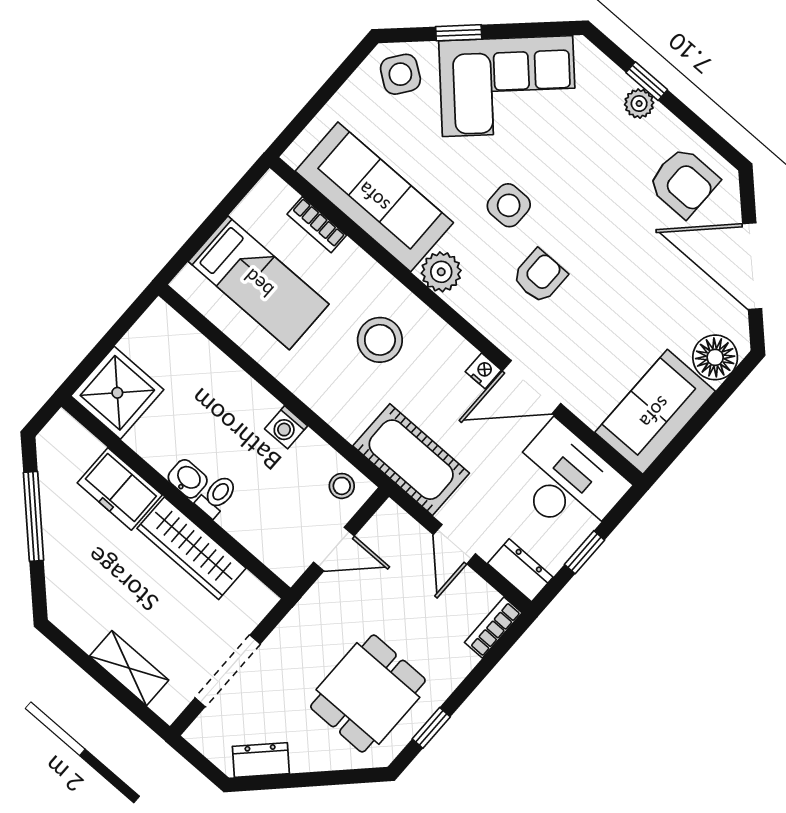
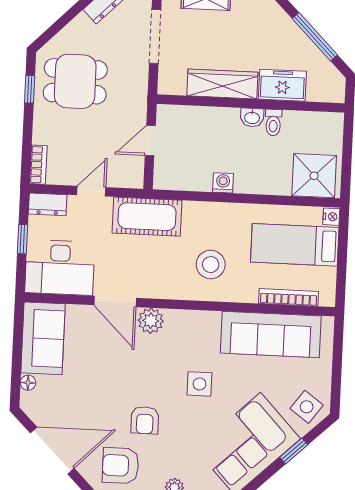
bookcase: (317, 225) -> (289, 297), width x1.56
plant: (441, 272) -> (151, 321), moved
armchair: (540, 276) -> (145, 420), moved
floor lamp: (715, 357) -> (28, 383), width x0.53, depth x0.53
nightstand: (483, 371) -> (331, 217), moved, turned -90
door: (532, 387) -> (115, 301), swing flipped
shower: (117, 393) -> (314, 176), moved
stool: (342, 486) -> (171, 176), removed
toilet: (217, 496) -> (273, 122), moved
door: (454, 544) -> (91, 191), hinge flipped
dining table: (368, 693) -> (75, 81), turned 90

